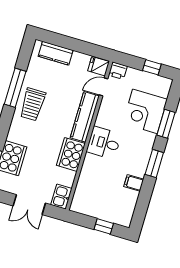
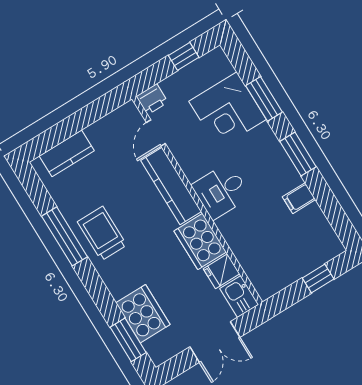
fridge: (99, 66) -> (222, 271), moved
trolley: (33, 104) -> (102, 233), turned 180

